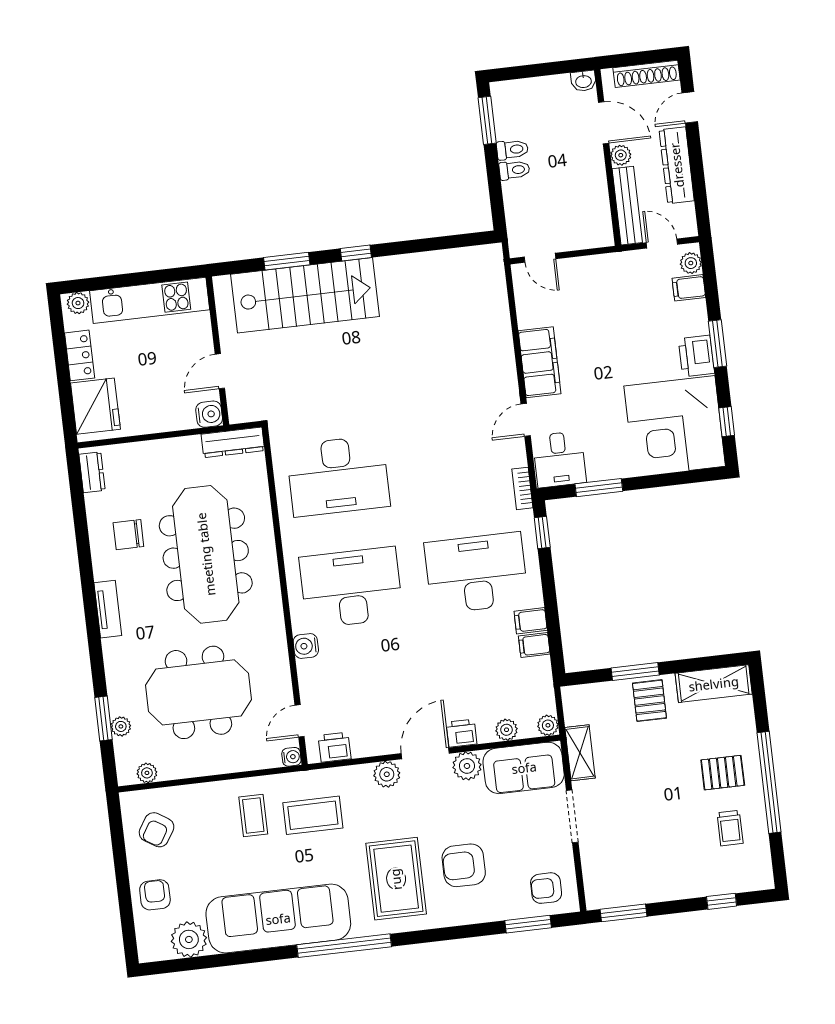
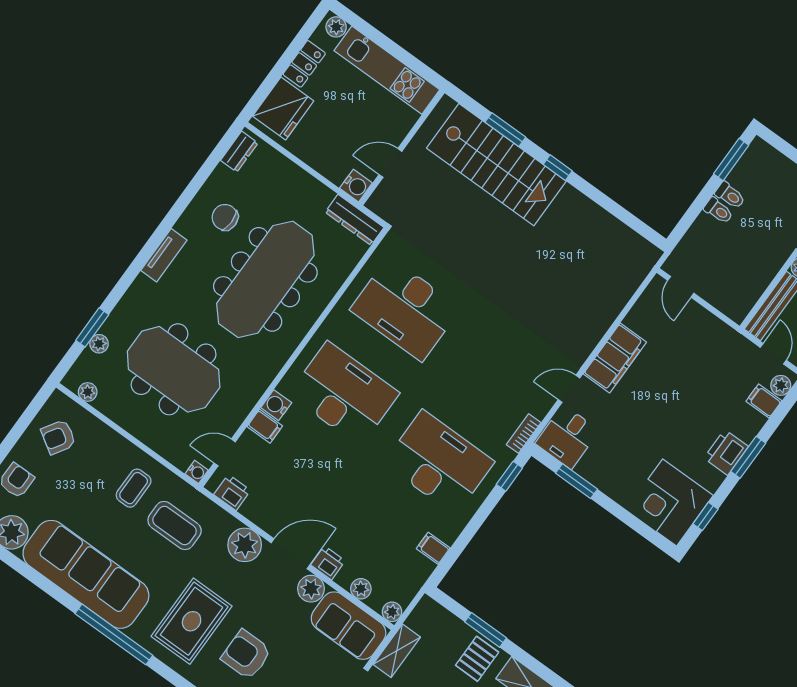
corner desk: (675, 426) -> (670, 502), width x0.74, depth x0.74
filing cabinet: (531, 621) -> (265, 426), moved, turned 180
plant: (387, 774) -> (245, 545), width x1.36, depth x1.36

